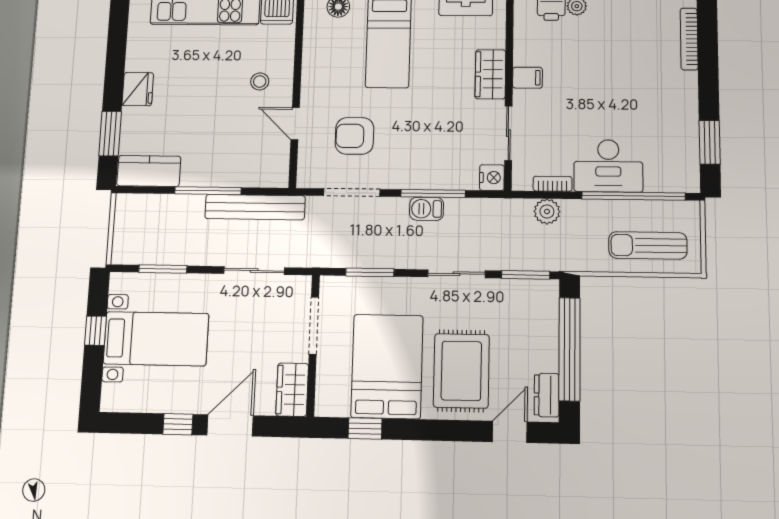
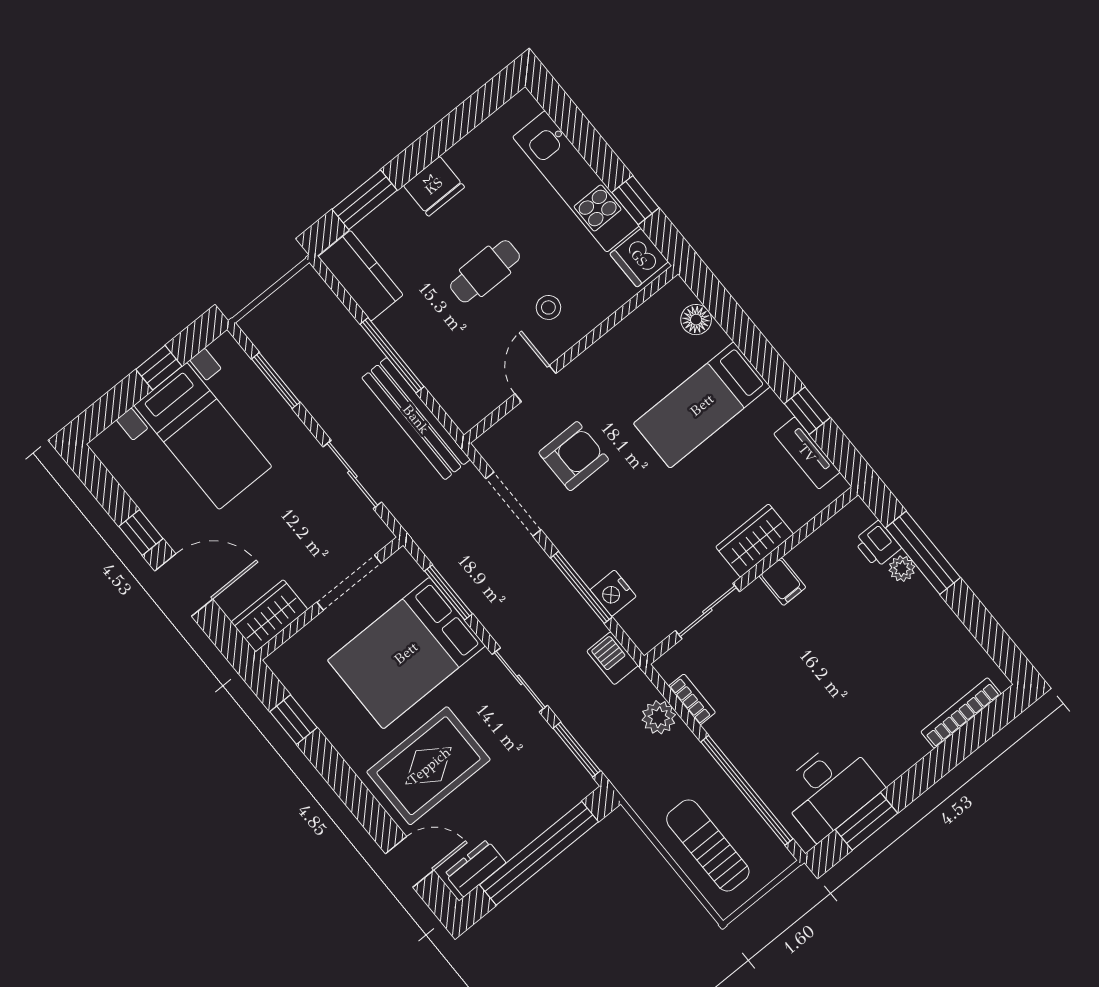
cafe table: (209, 100) -> (485, 271), added
armchair: (354, 136) -> (574, 456), turned 90
desk: (608, 166) -> (830, 789), moved, turned -90
nightstand: (492, 178) -> (613, 593), moved, turned 90
barbecue: (427, 209) -> (613, 658), moved
bed: (387, 366) -> (406, 653), moved, turned 180

